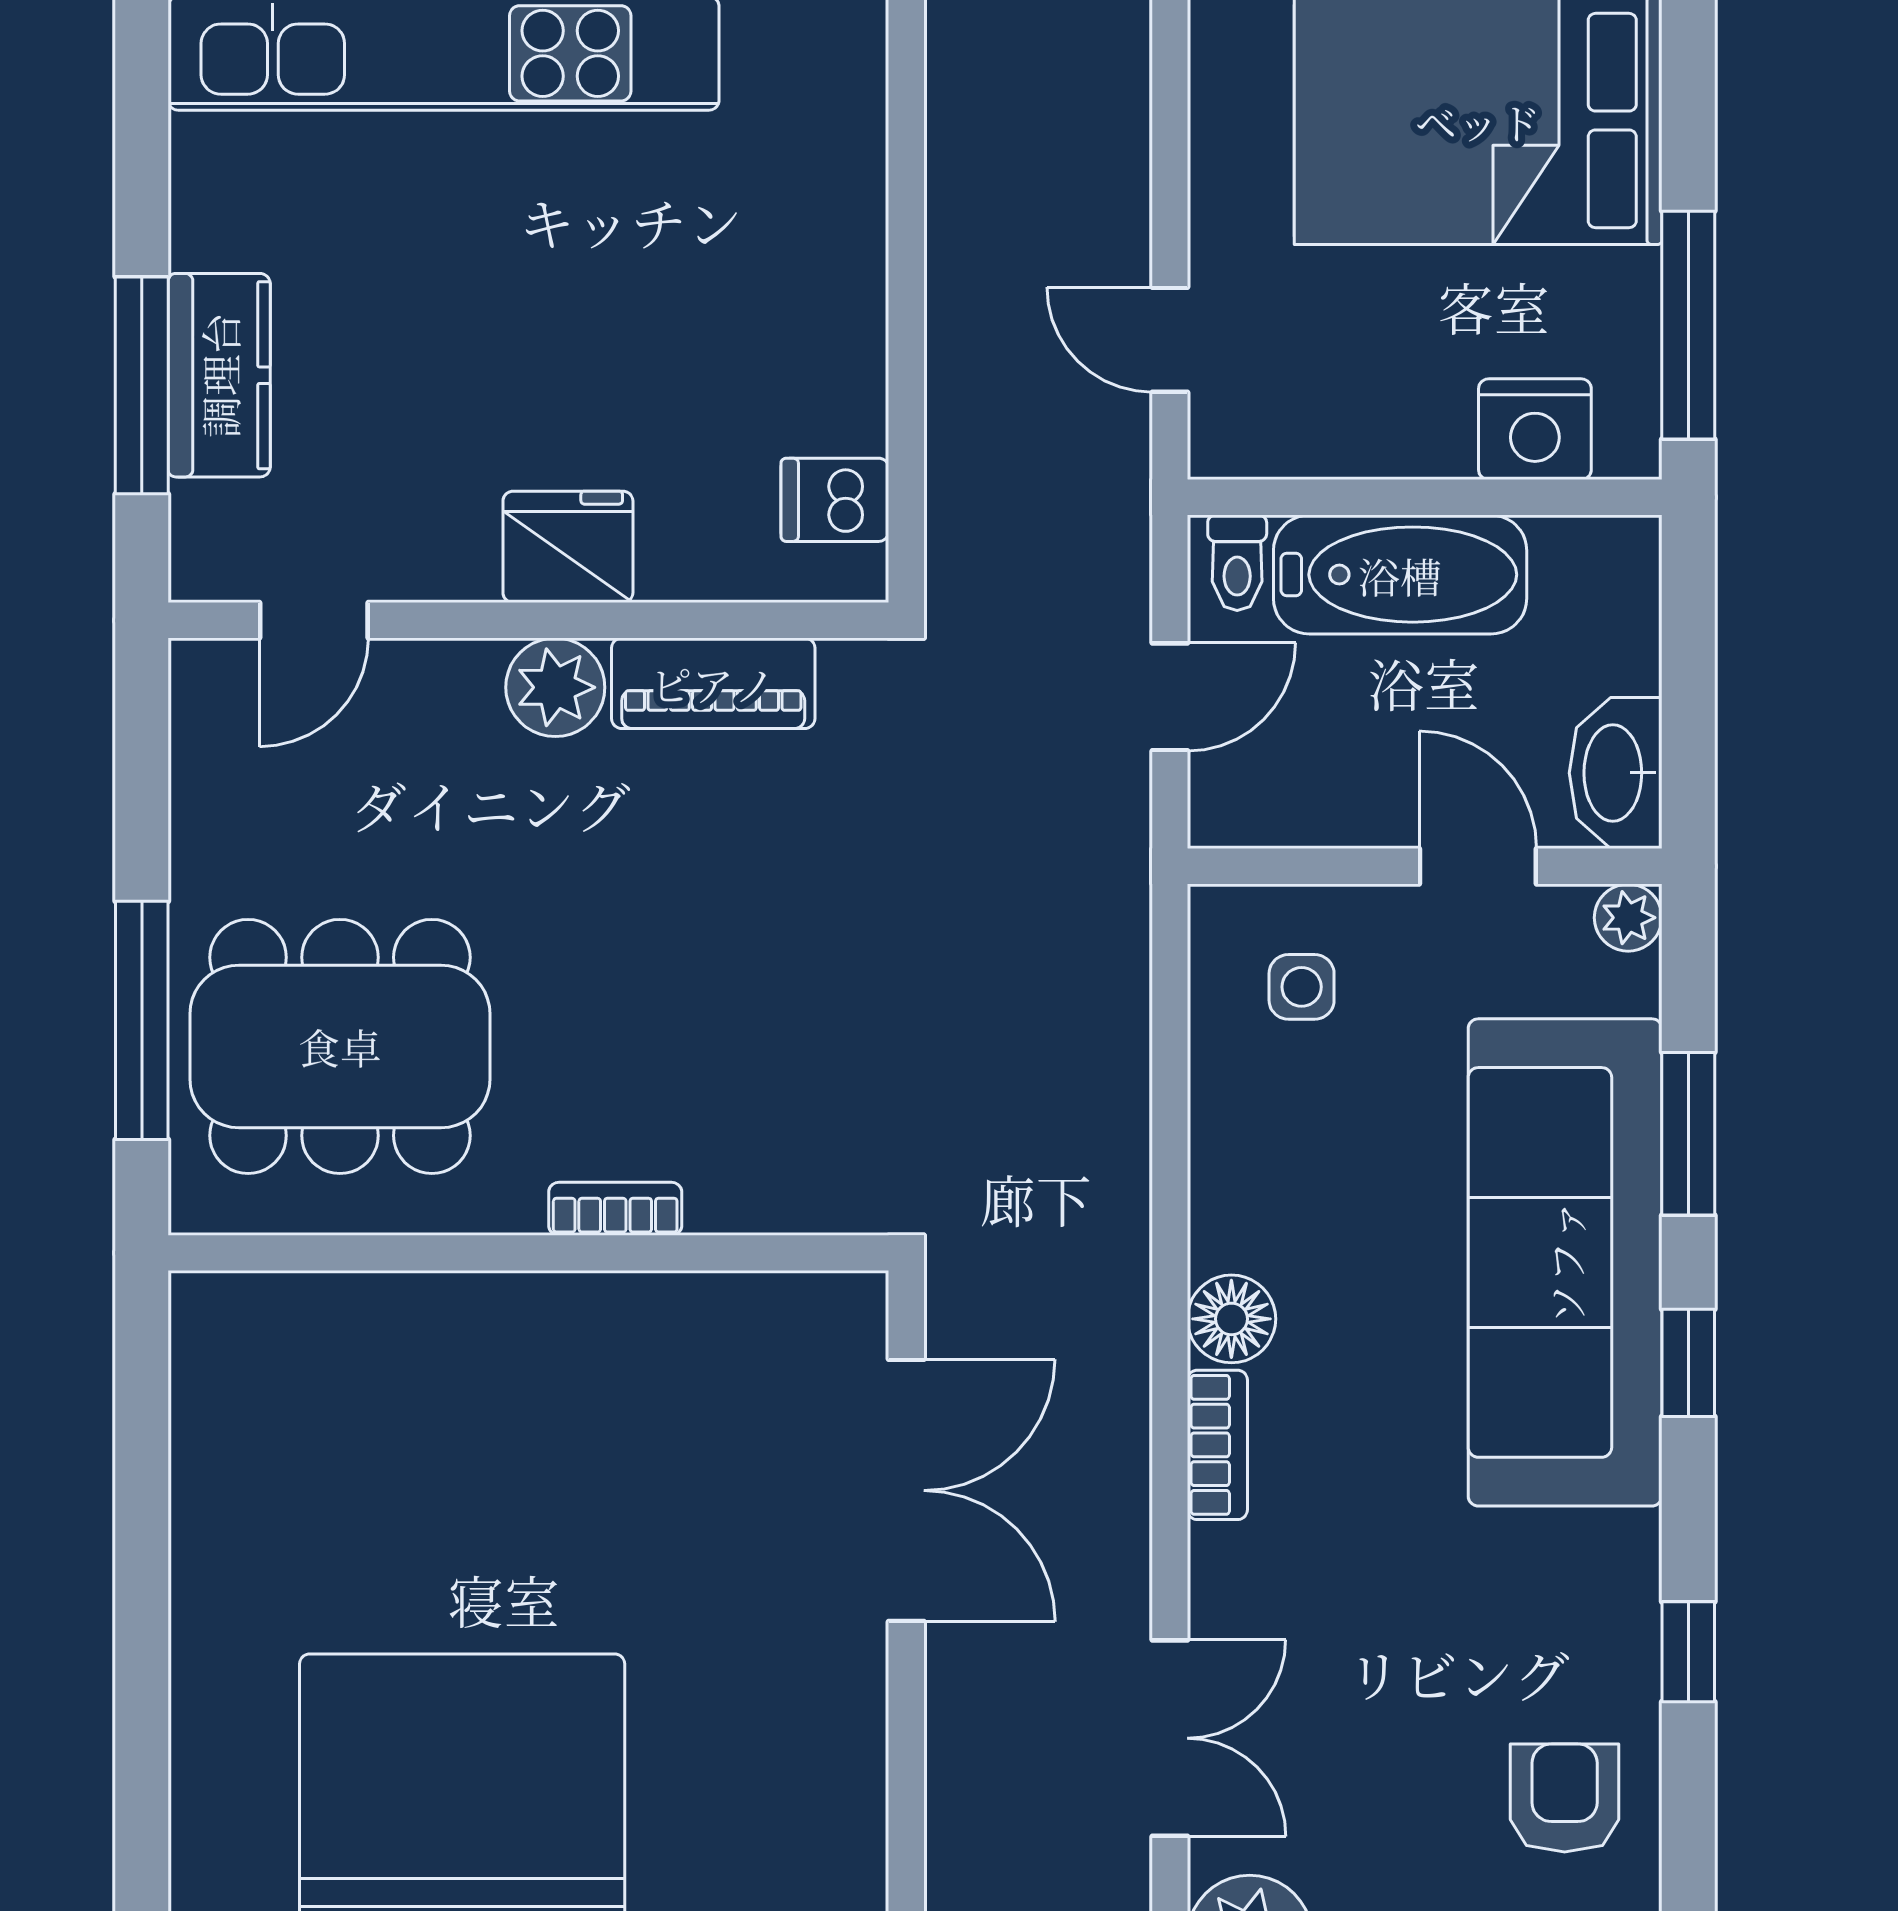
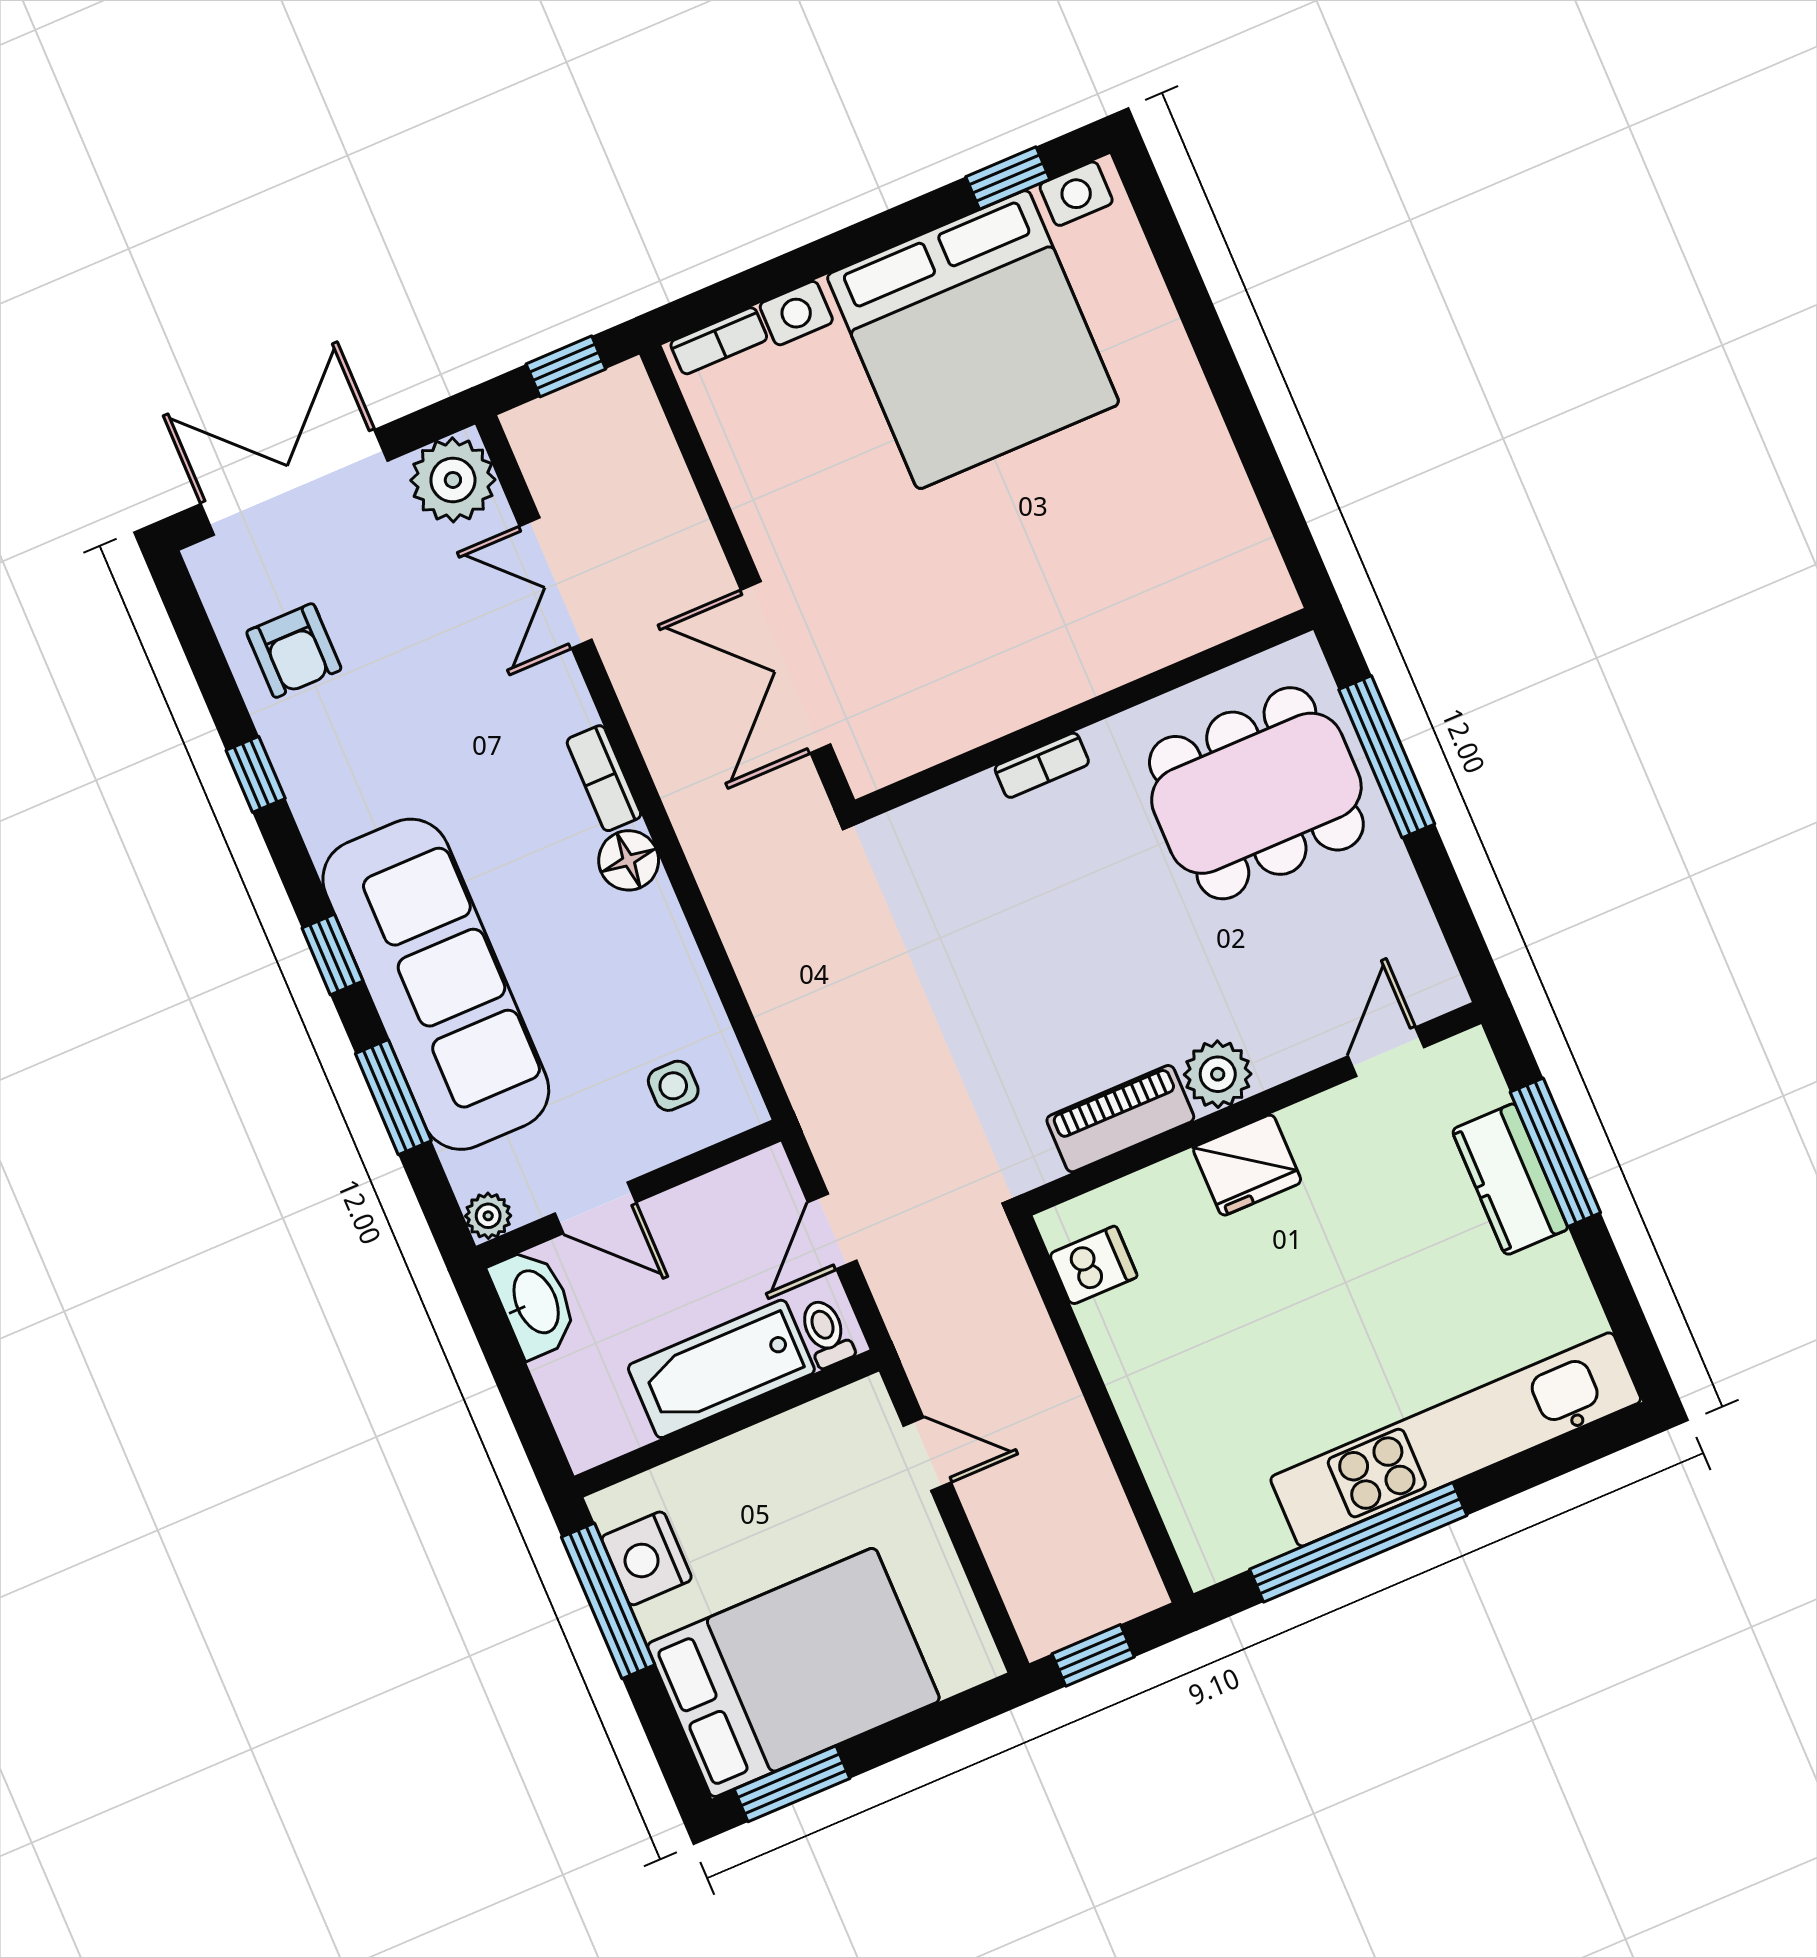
nightstand: (1535, 429) -> (647, 1558), moved, turned -90

